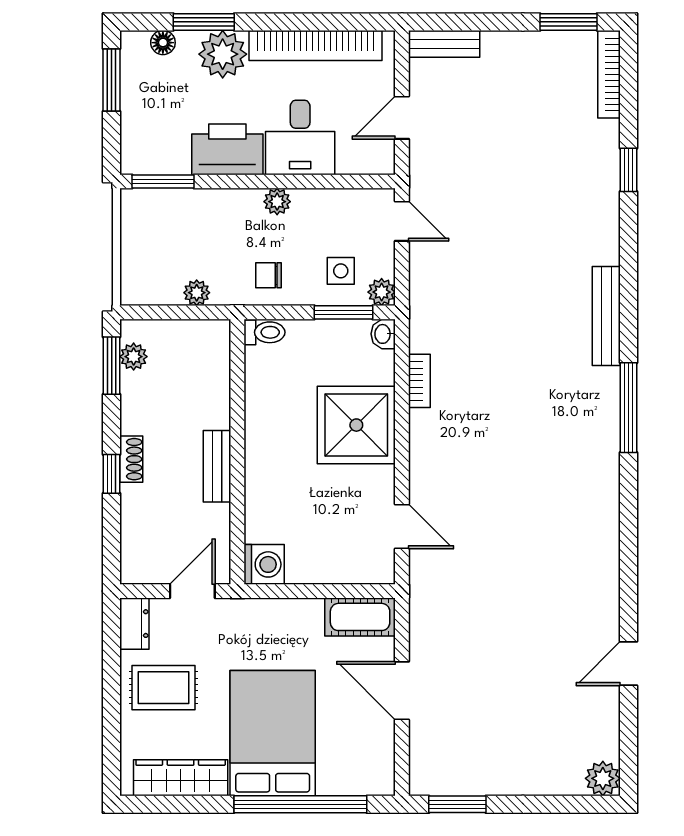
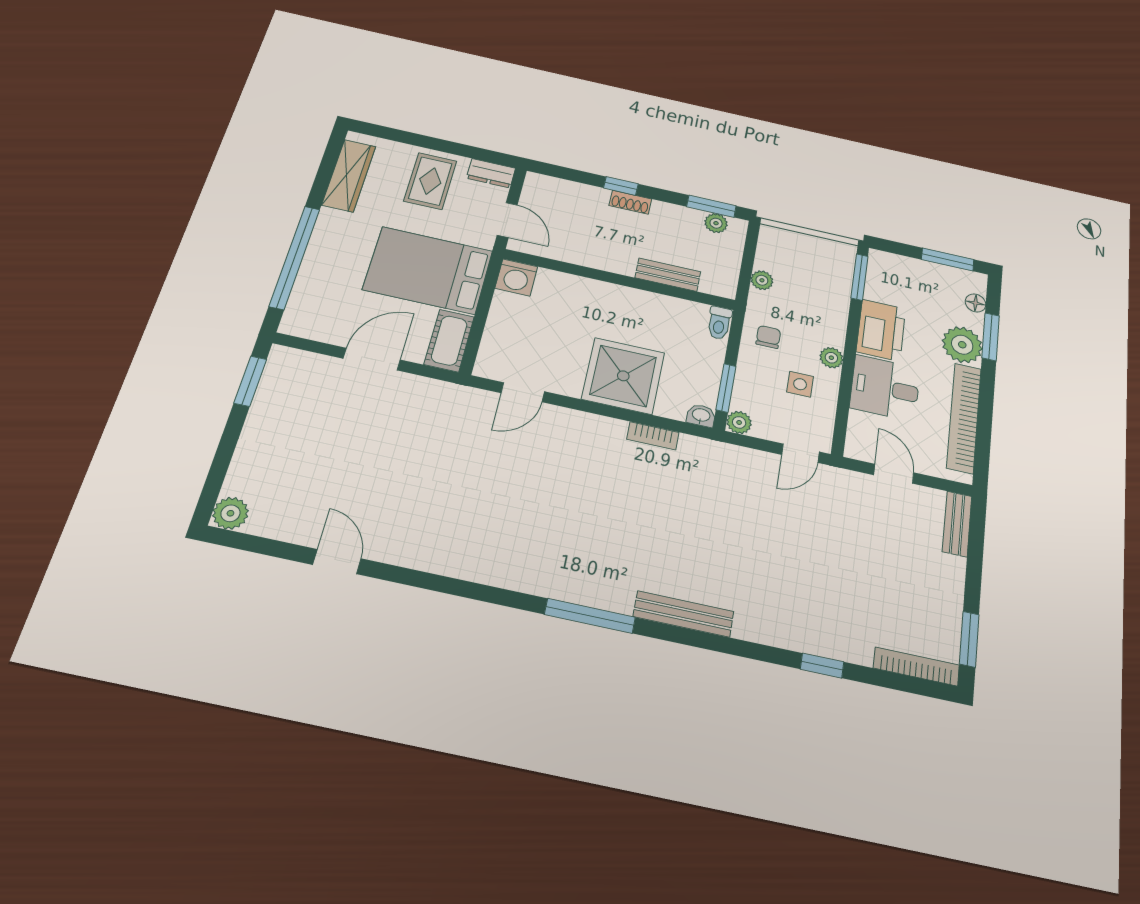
side table: (341, 271) -> (800, 384), moved
bench: (217, 466) -> (668, 275), moved
bed: (273, 733) -> (428, 270), moved, turned 180

